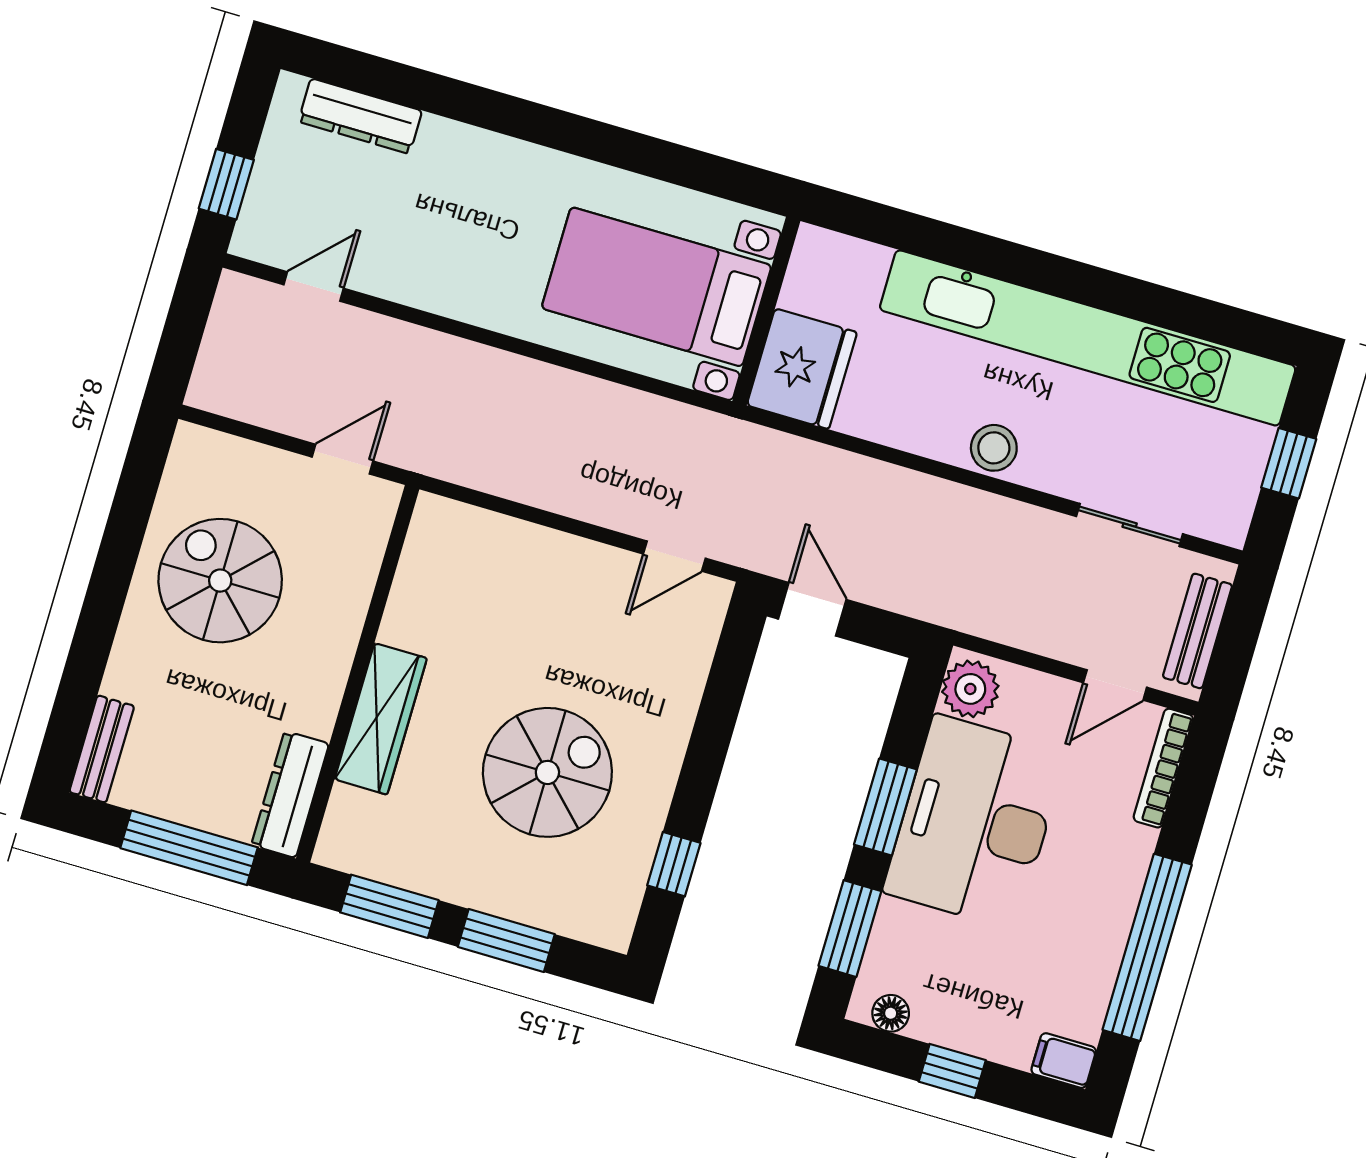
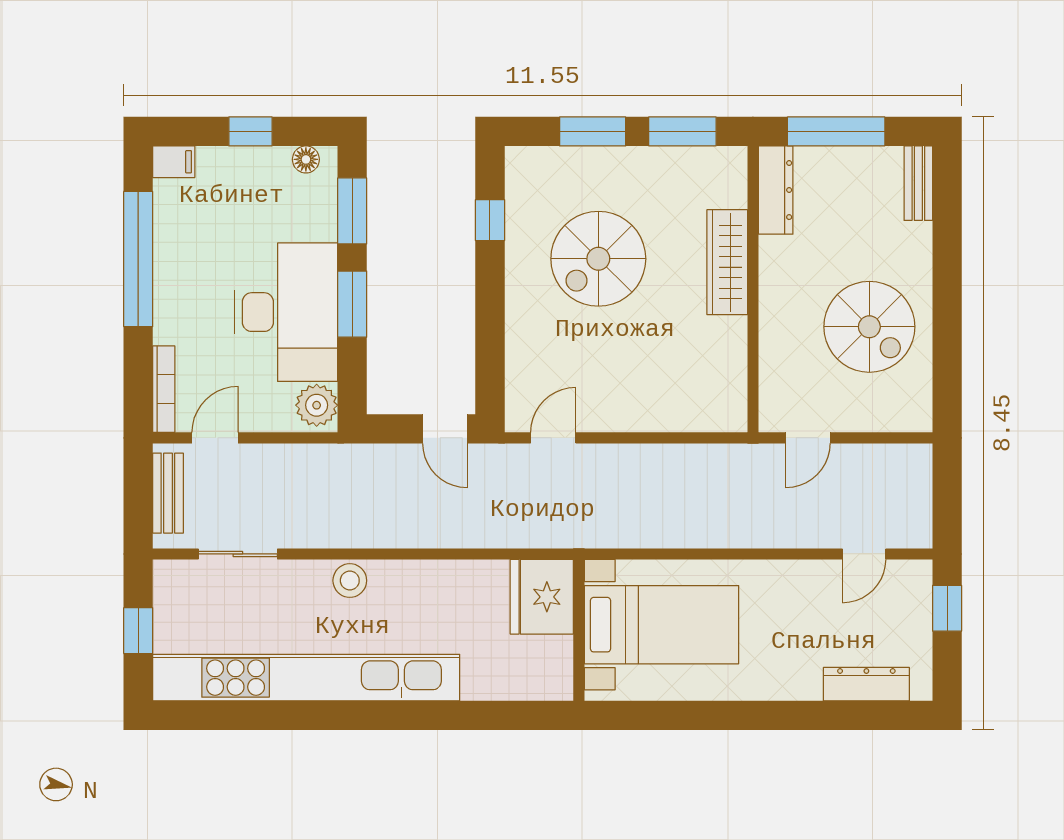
bed with nightstands: (657, 287) -> (661, 625), moved
wall: (766, 311) -> (579, 630), moved
fridge: (802, 369) -> (542, 597), moved

